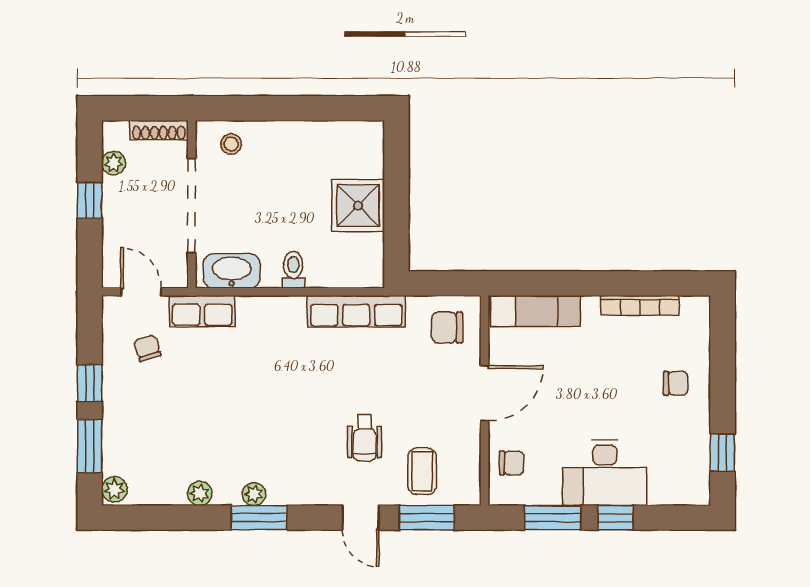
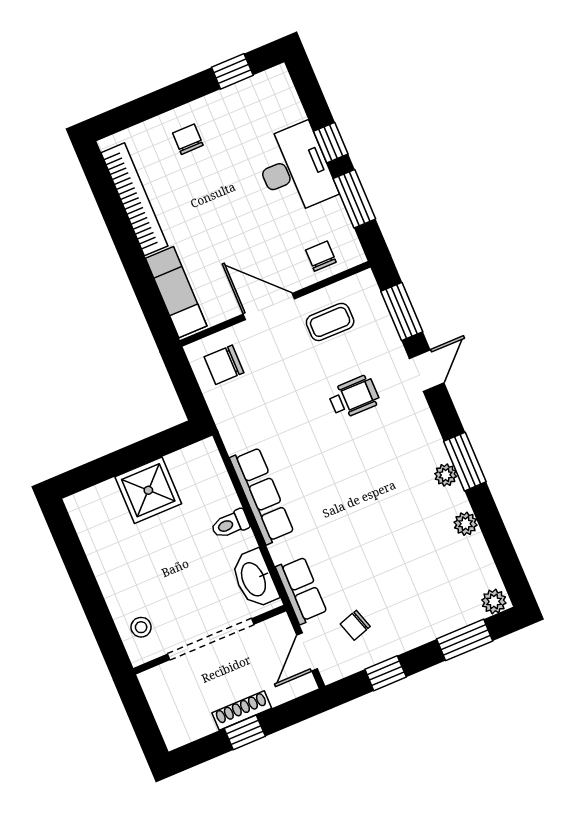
shoe rack: (159, 130) -> (242, 710), moved, turned -90
plant: (114, 163) -> (202, 725), removed
bookcase: (640, 305) -> (134, 199), width x1.48, depth x1.31
row of seats: (356, 311) -> (262, 495), moved
chair: (447, 327) -> (224, 365), turned 90
window: (90, 383) -> (386, 673), moved
coffee table: (422, 471) -> (330, 322), moved

